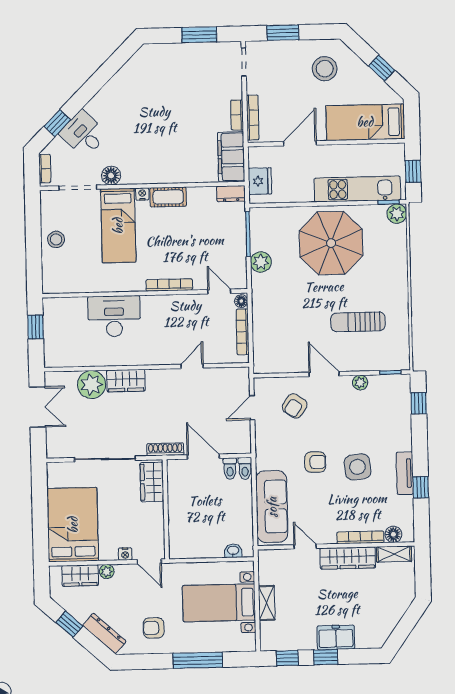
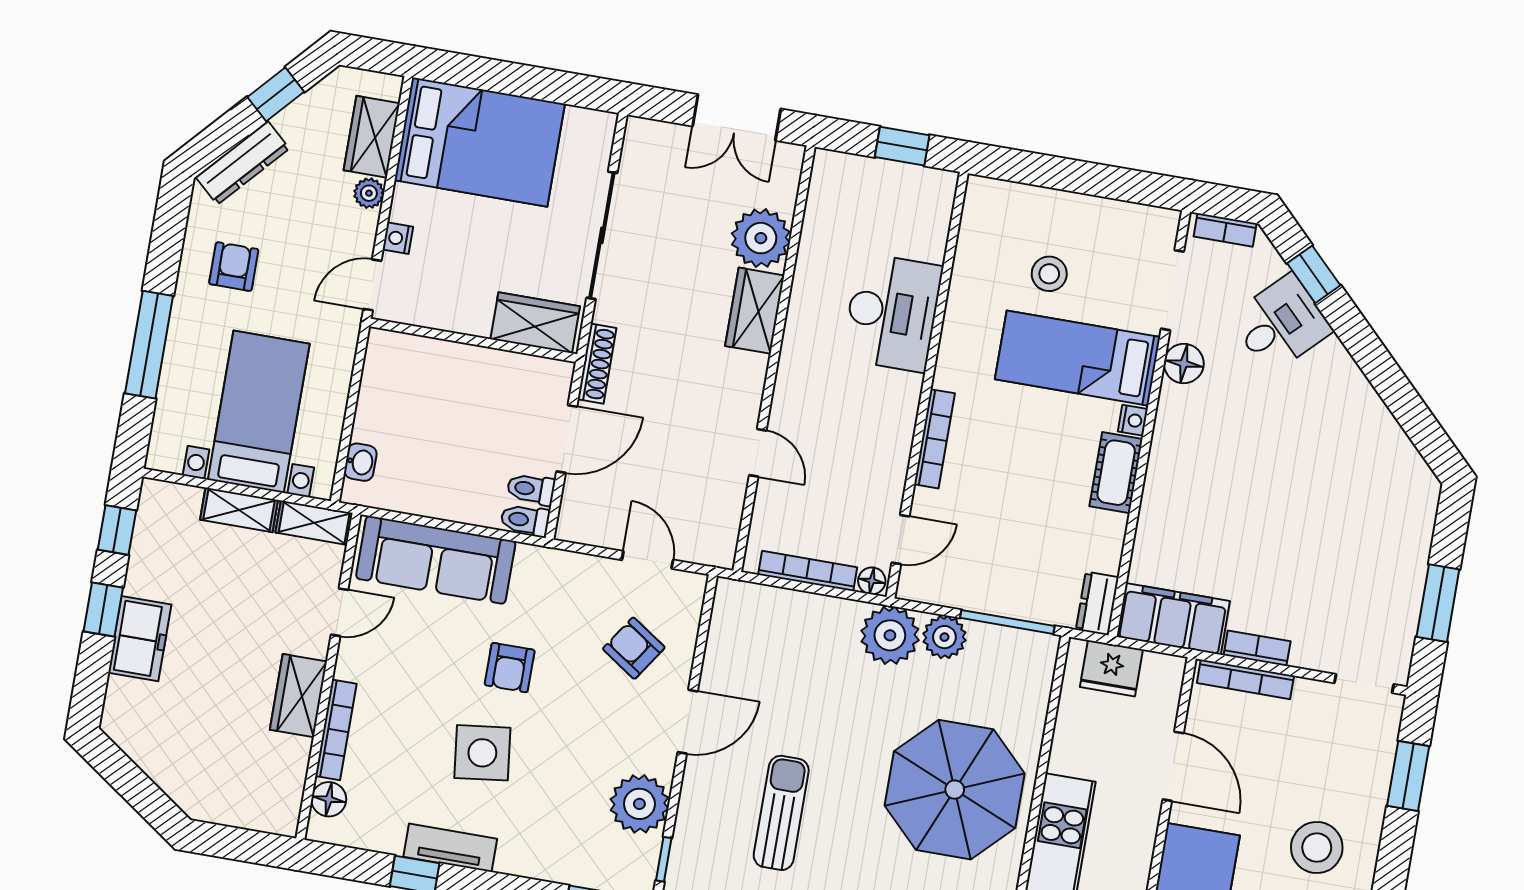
stool: (56, 239) -> (1049, 274), moved
plant: (265, 288) -> (890, 635), added
plant: (360, 382) -> (639, 804), width x1.88, depth x1.88
shelving: (394, 554) -> (314, 523), moved, turned 90
wardrobe: (348, 558) -> (298, 696), width x0.67

